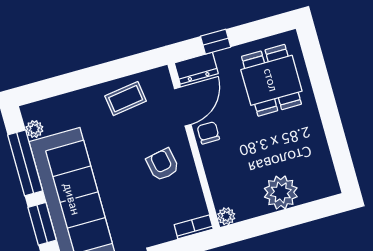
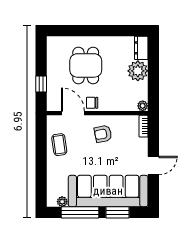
dresser: (196, 68) -> (141, 48), moved, turned 180
dining table: (271, 80) -> (86, 65), moved, turned 90

